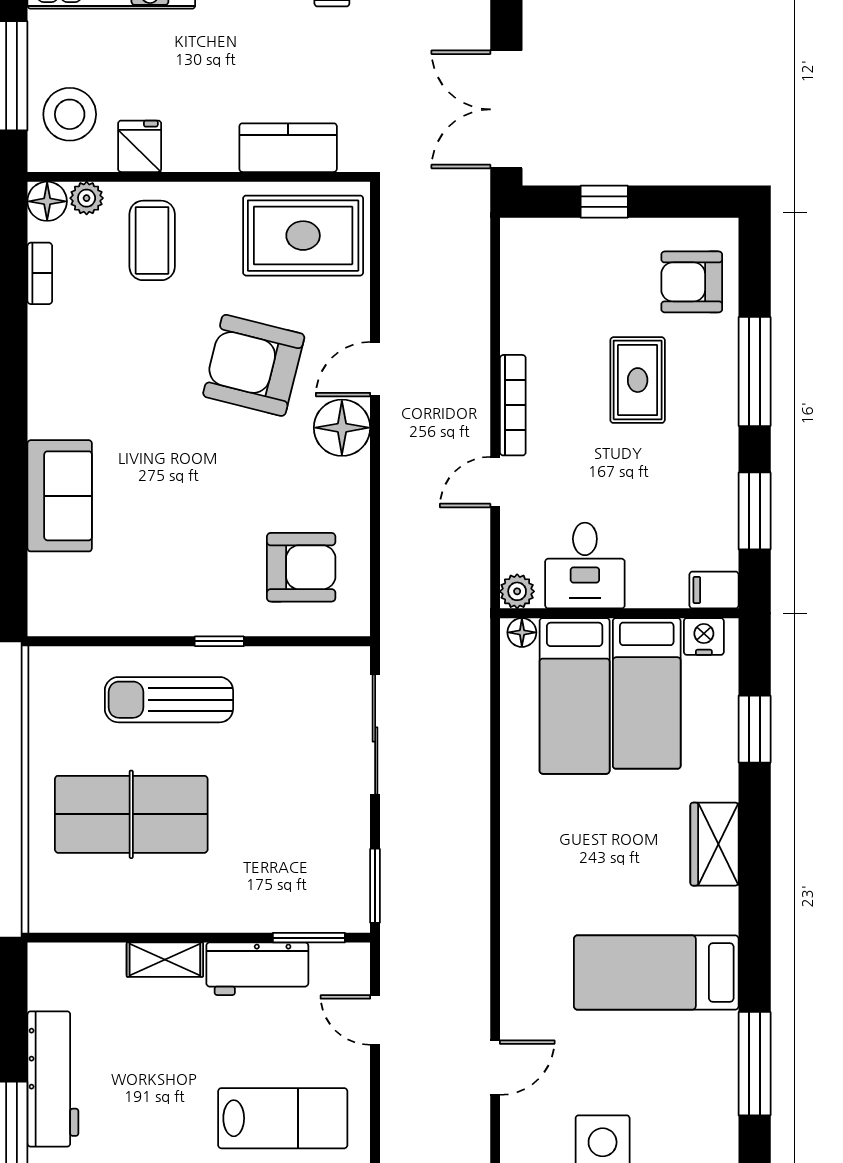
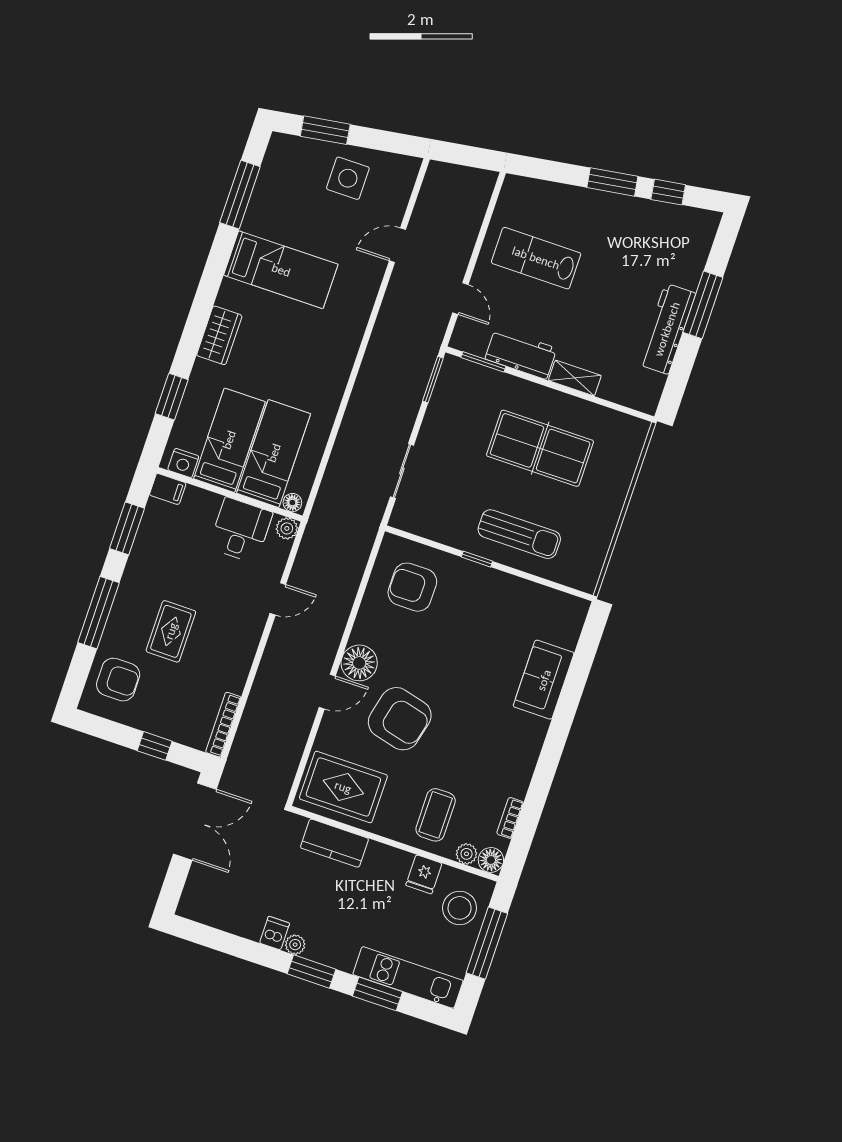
bookcase: (513, 405) -> (223, 725), moved
sliding door: (375, 734) -> (402, 471), width x0.73
table tennis table: (131, 814) -> (540, 448), moved

